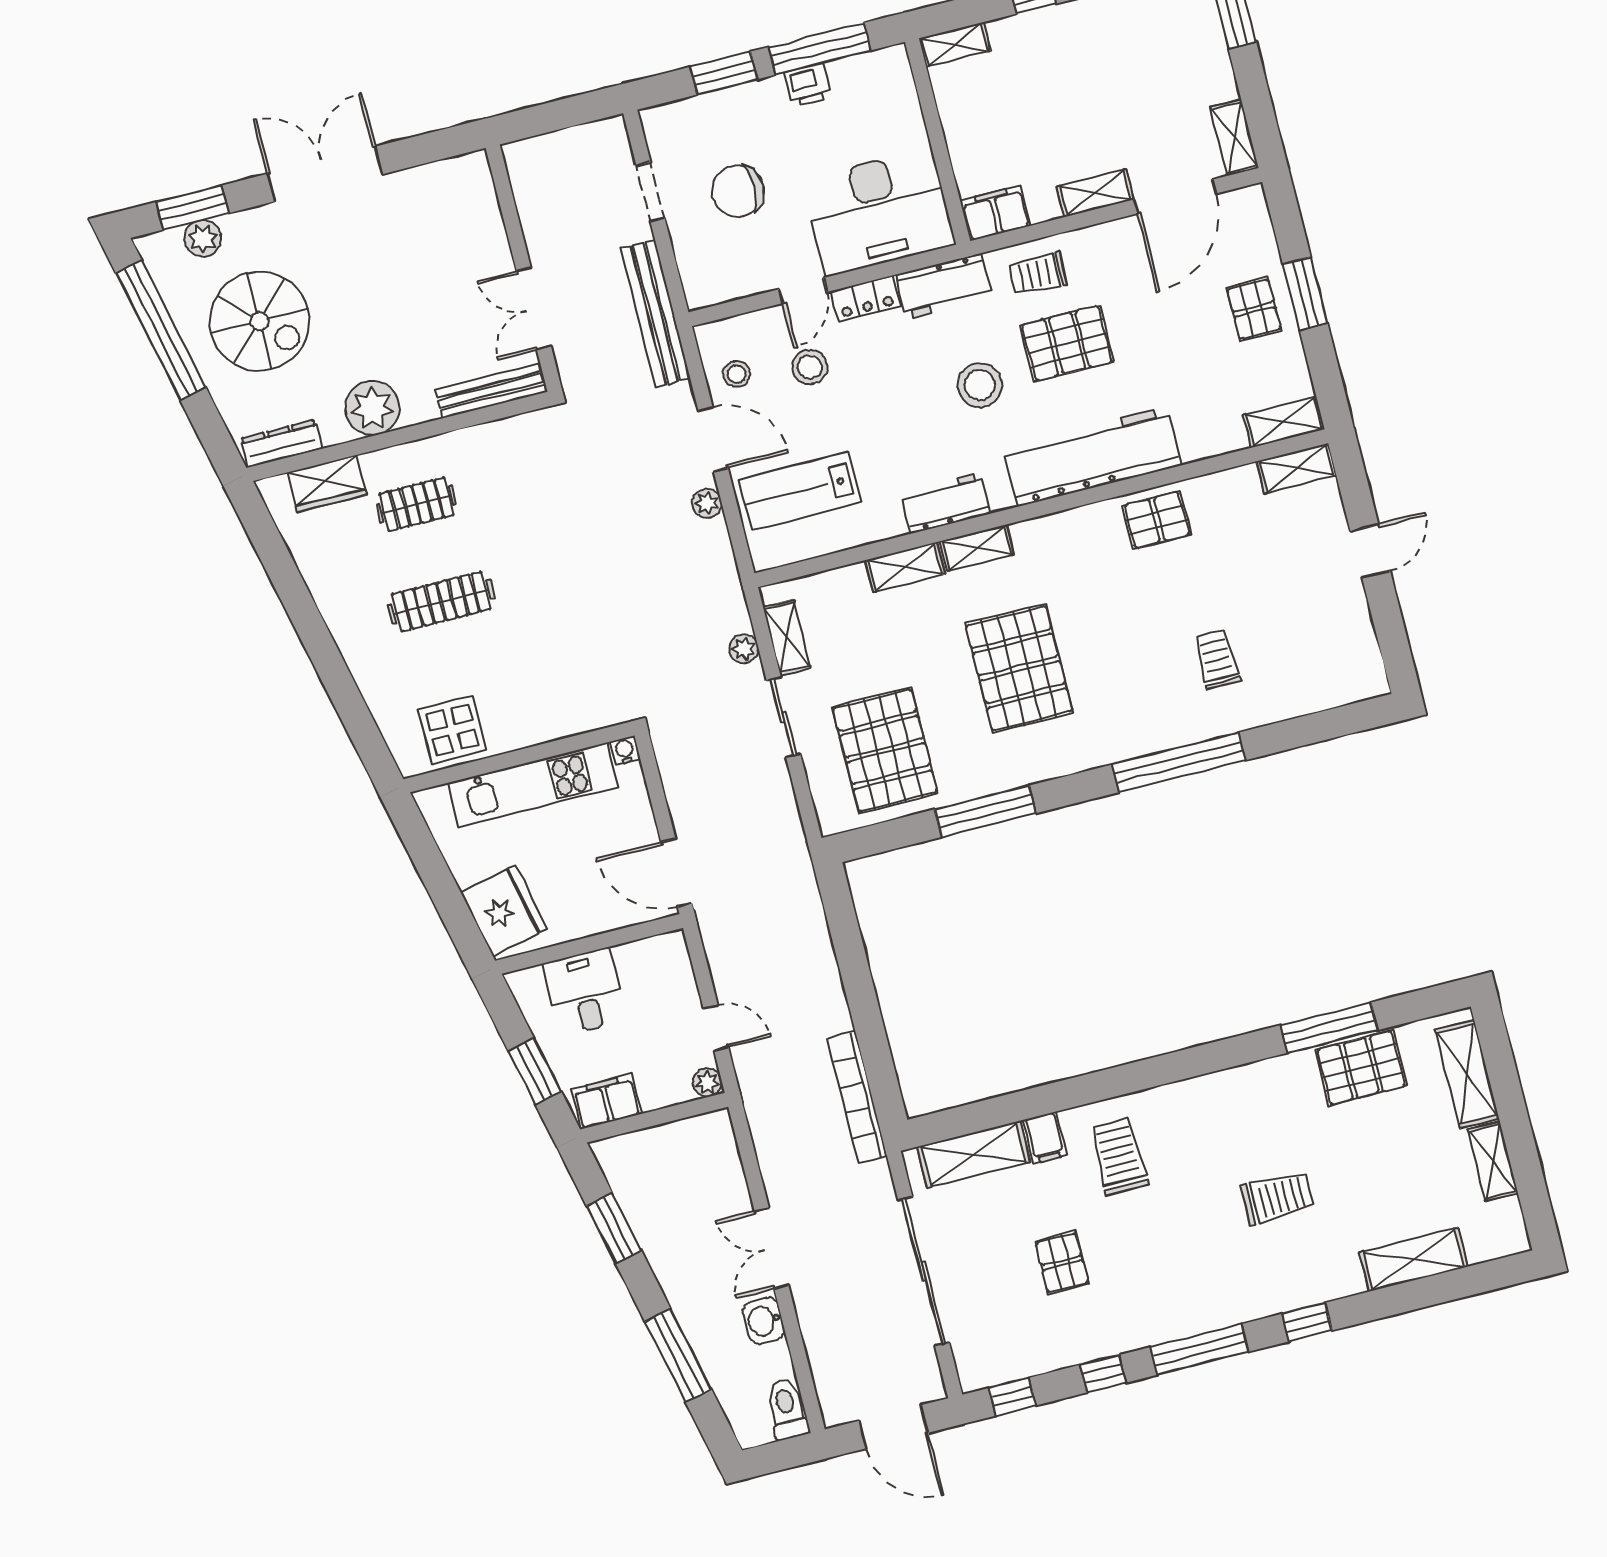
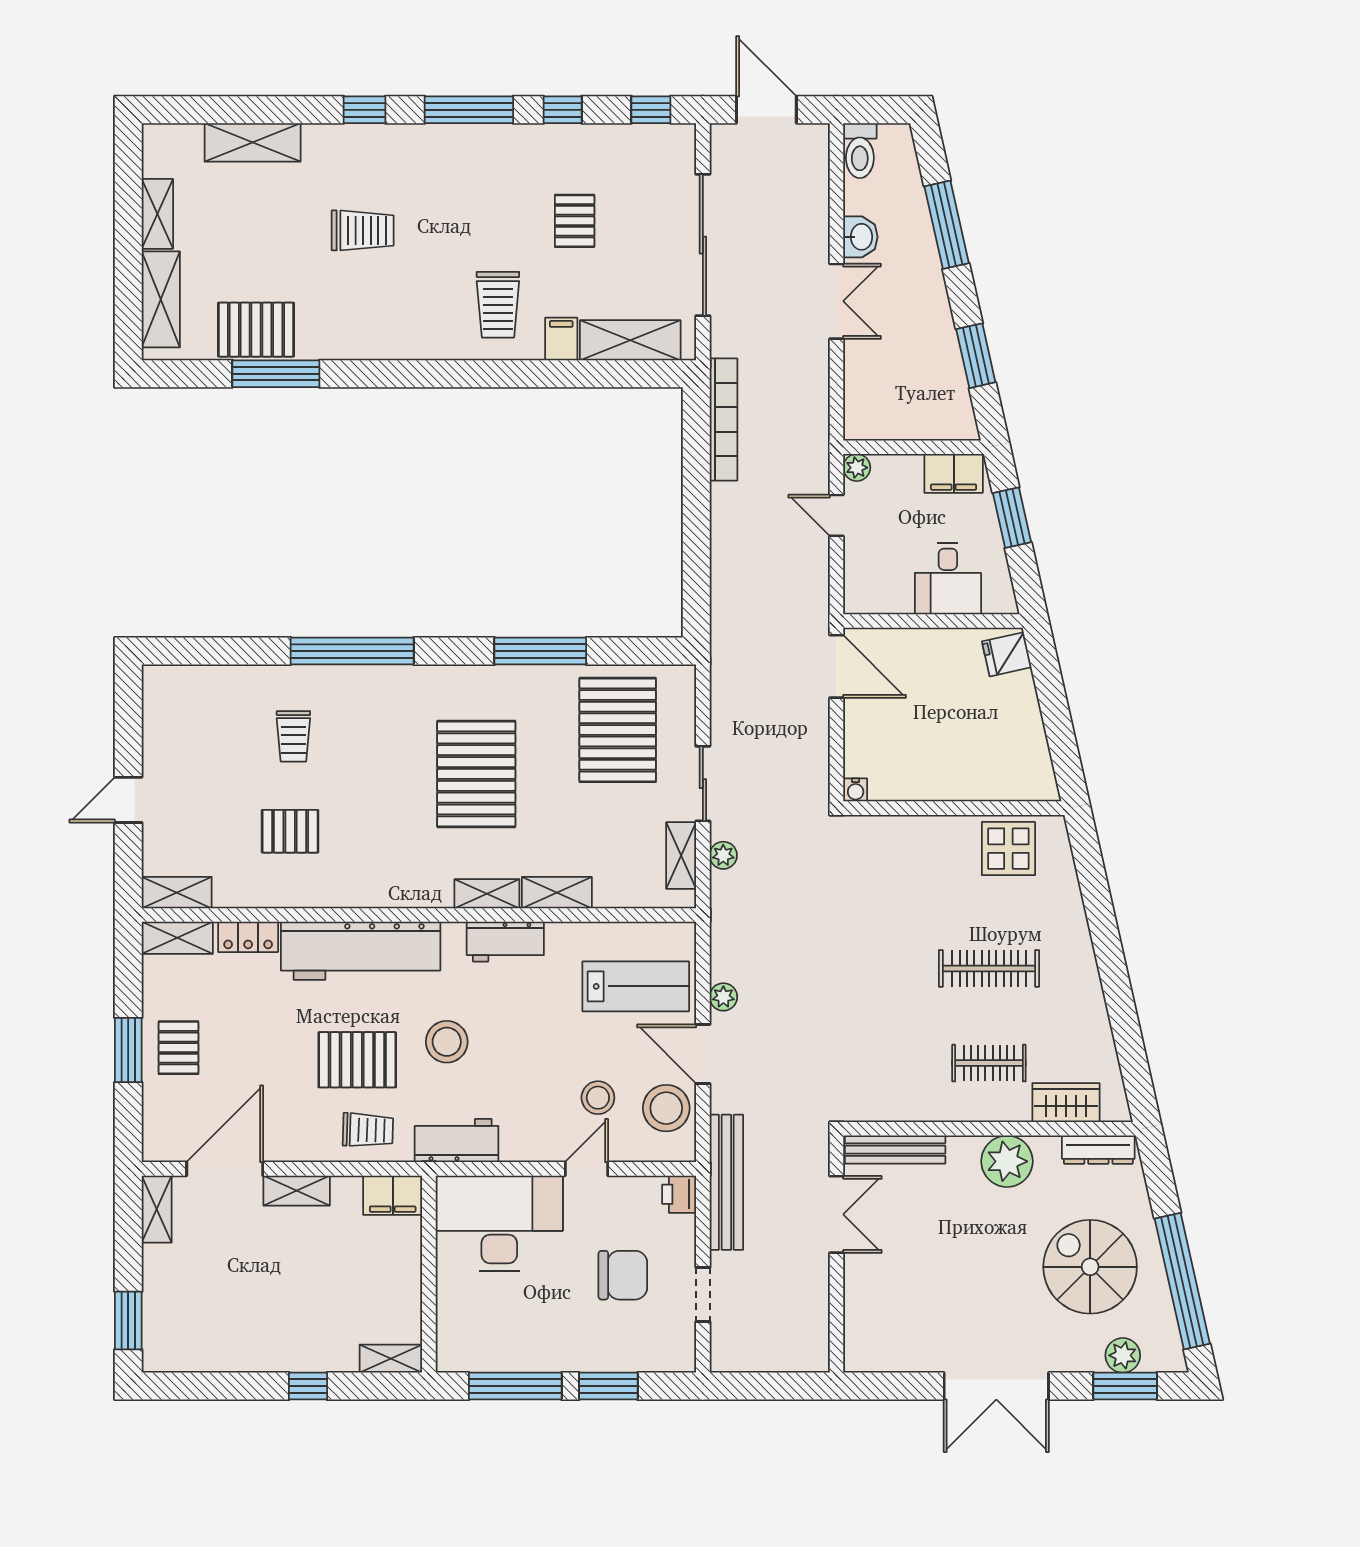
printer: (808, 85) -> (679, 1194), moved, turned -90
locker: (866, 299) -> (248, 937), moved, turned 180
stool: (737, 374) -> (666, 1108), width x1.89, depth x1.89
pallet: (1157, 520) -> (290, 831), moved
kitchen unit: (533, 785) -> (947, 780), removed
fridge: (504, 911) -> (1007, 654), width x0.53, depth x0.75
trolley: (1277, 1198) -> (363, 230), turned 180

